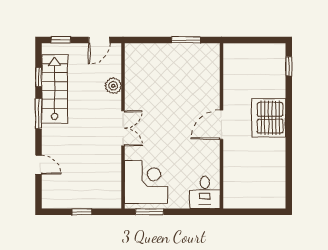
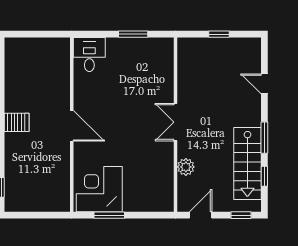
server rack: (269, 118) -> (17, 122), width x0.46, depth x0.70
door: (221, 125) -> (72, 126), hinge flipped
corner desk: (146, 182) -> (99, 189), moved, turned 90
window: (149, 212) -> (133, 34), moved

